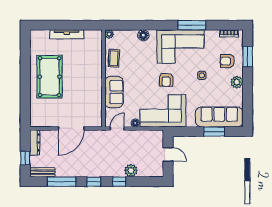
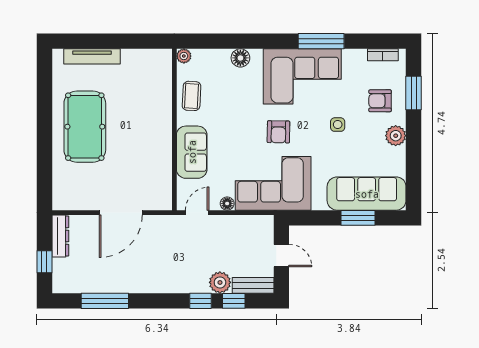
tv unit: (67, 34) -> (92, 56), moved
bench: (42, 172) -> (253, 285), moved
window: (94, 182) -> (234, 301), moved

